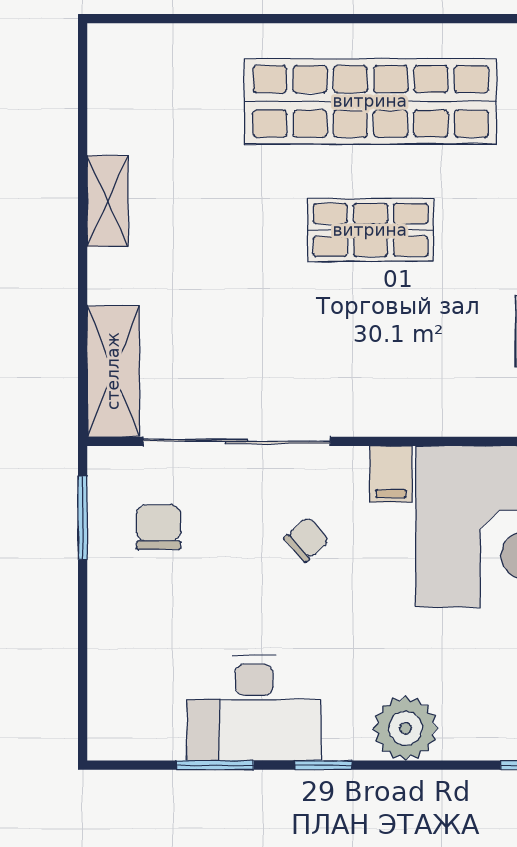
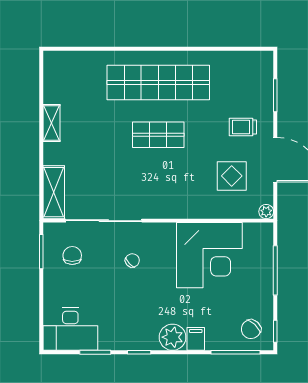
filing cabinet: (391, 474) -> (196, 339), moved, turned 180
desk: (254, 708) -> (70, 329), moved

